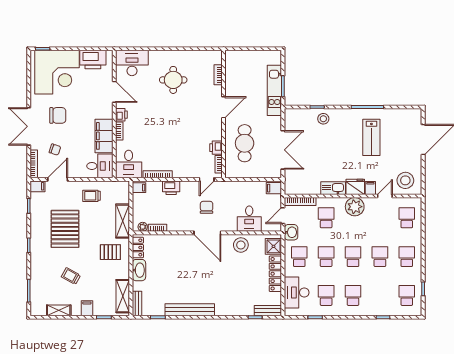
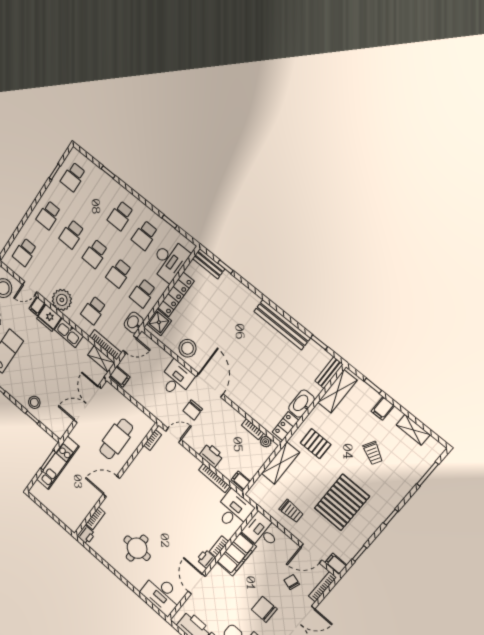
printer: (216, 148) -> (86, 535), moved
shelving: (296, 189) -> (101, 359), added
desk: (249, 219) -> (176, 379), moved

